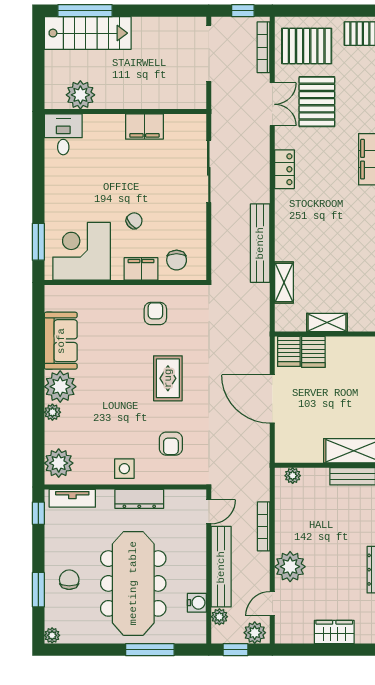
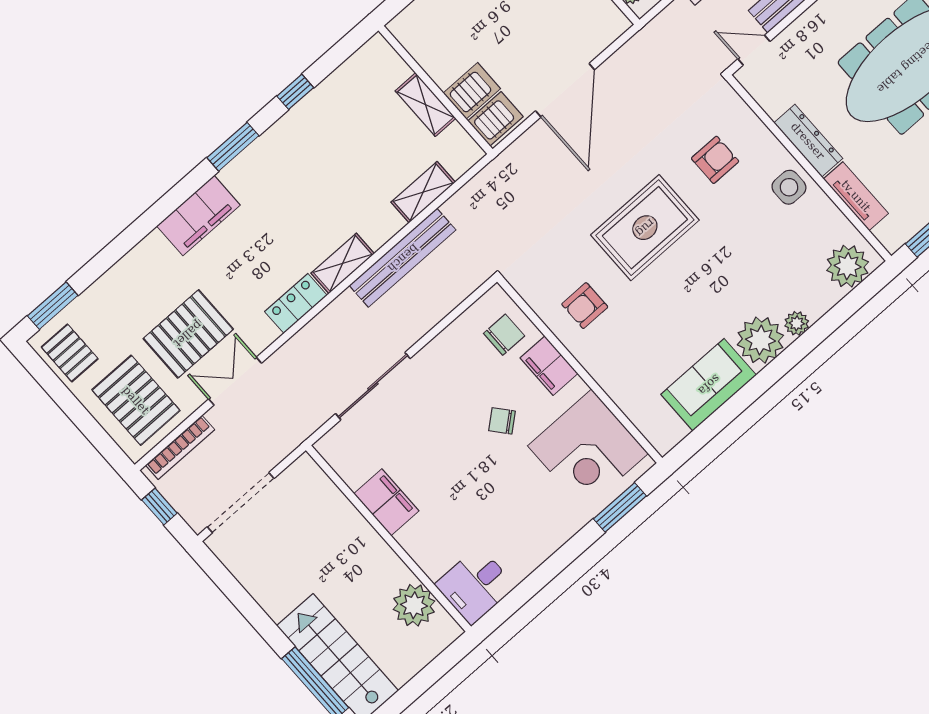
shelving: (284, 211) -> (343, 263), added
rug: (168, 378) -> (645, 228), width x1.36, depth x1.43
tv unit: (72, 498) -> (856, 196), moved

